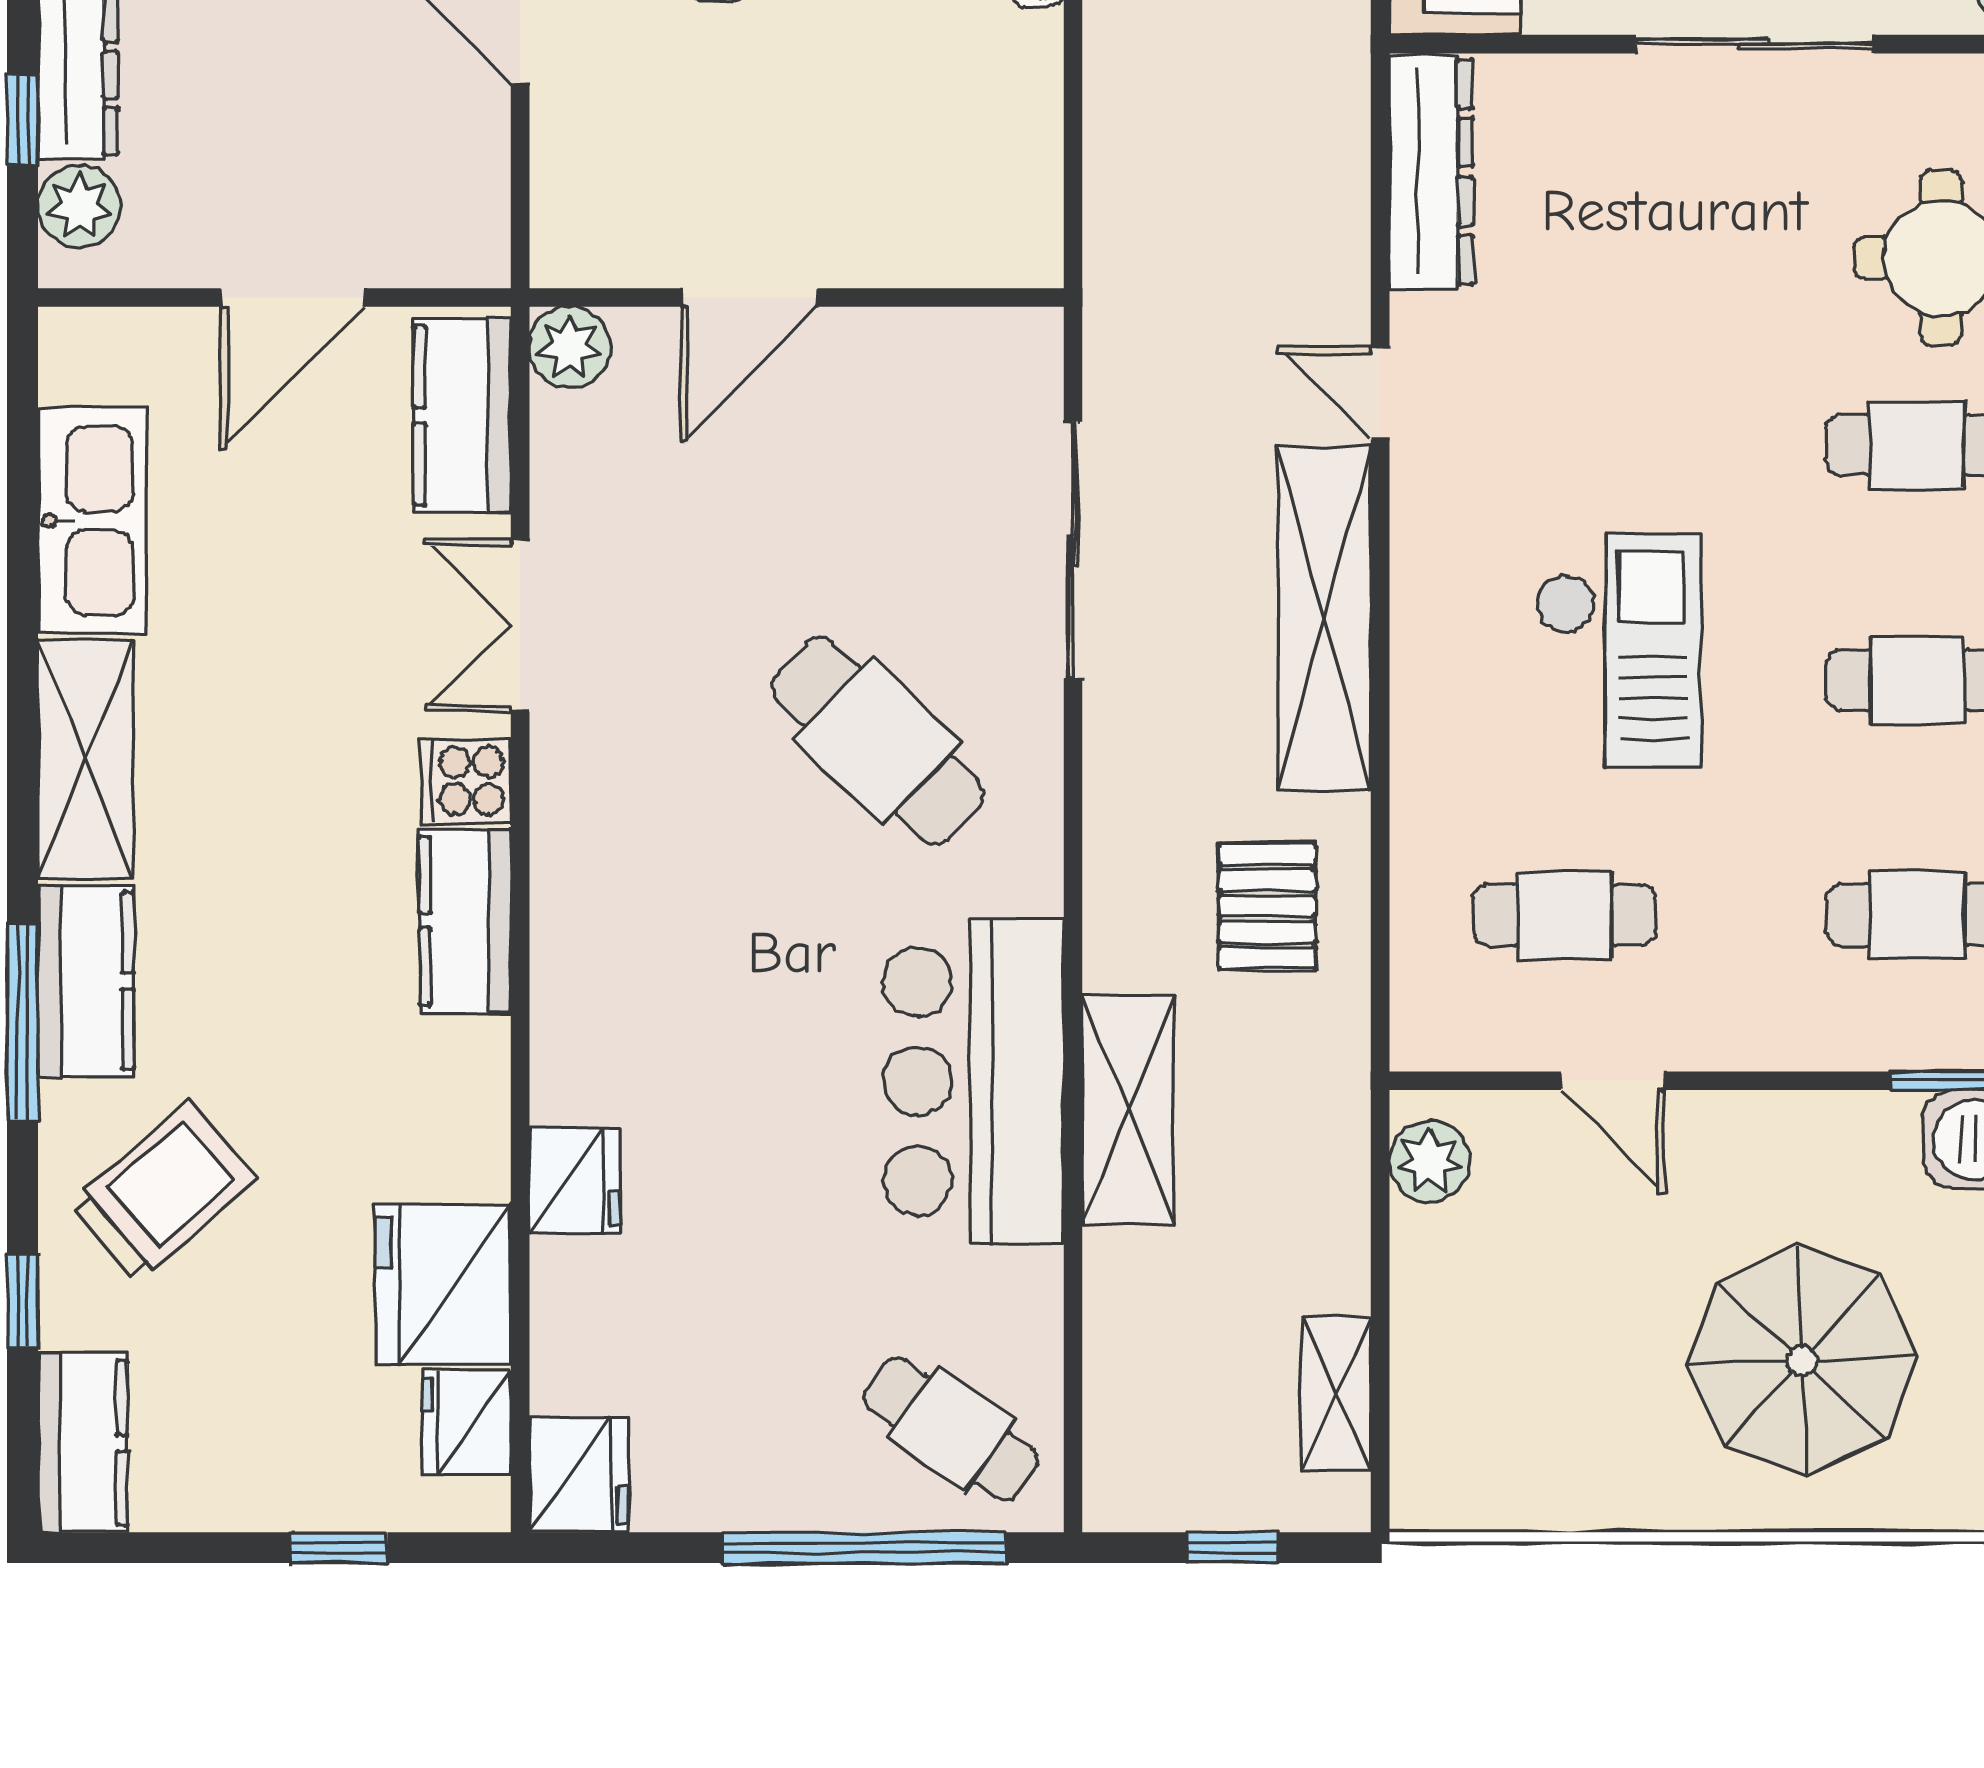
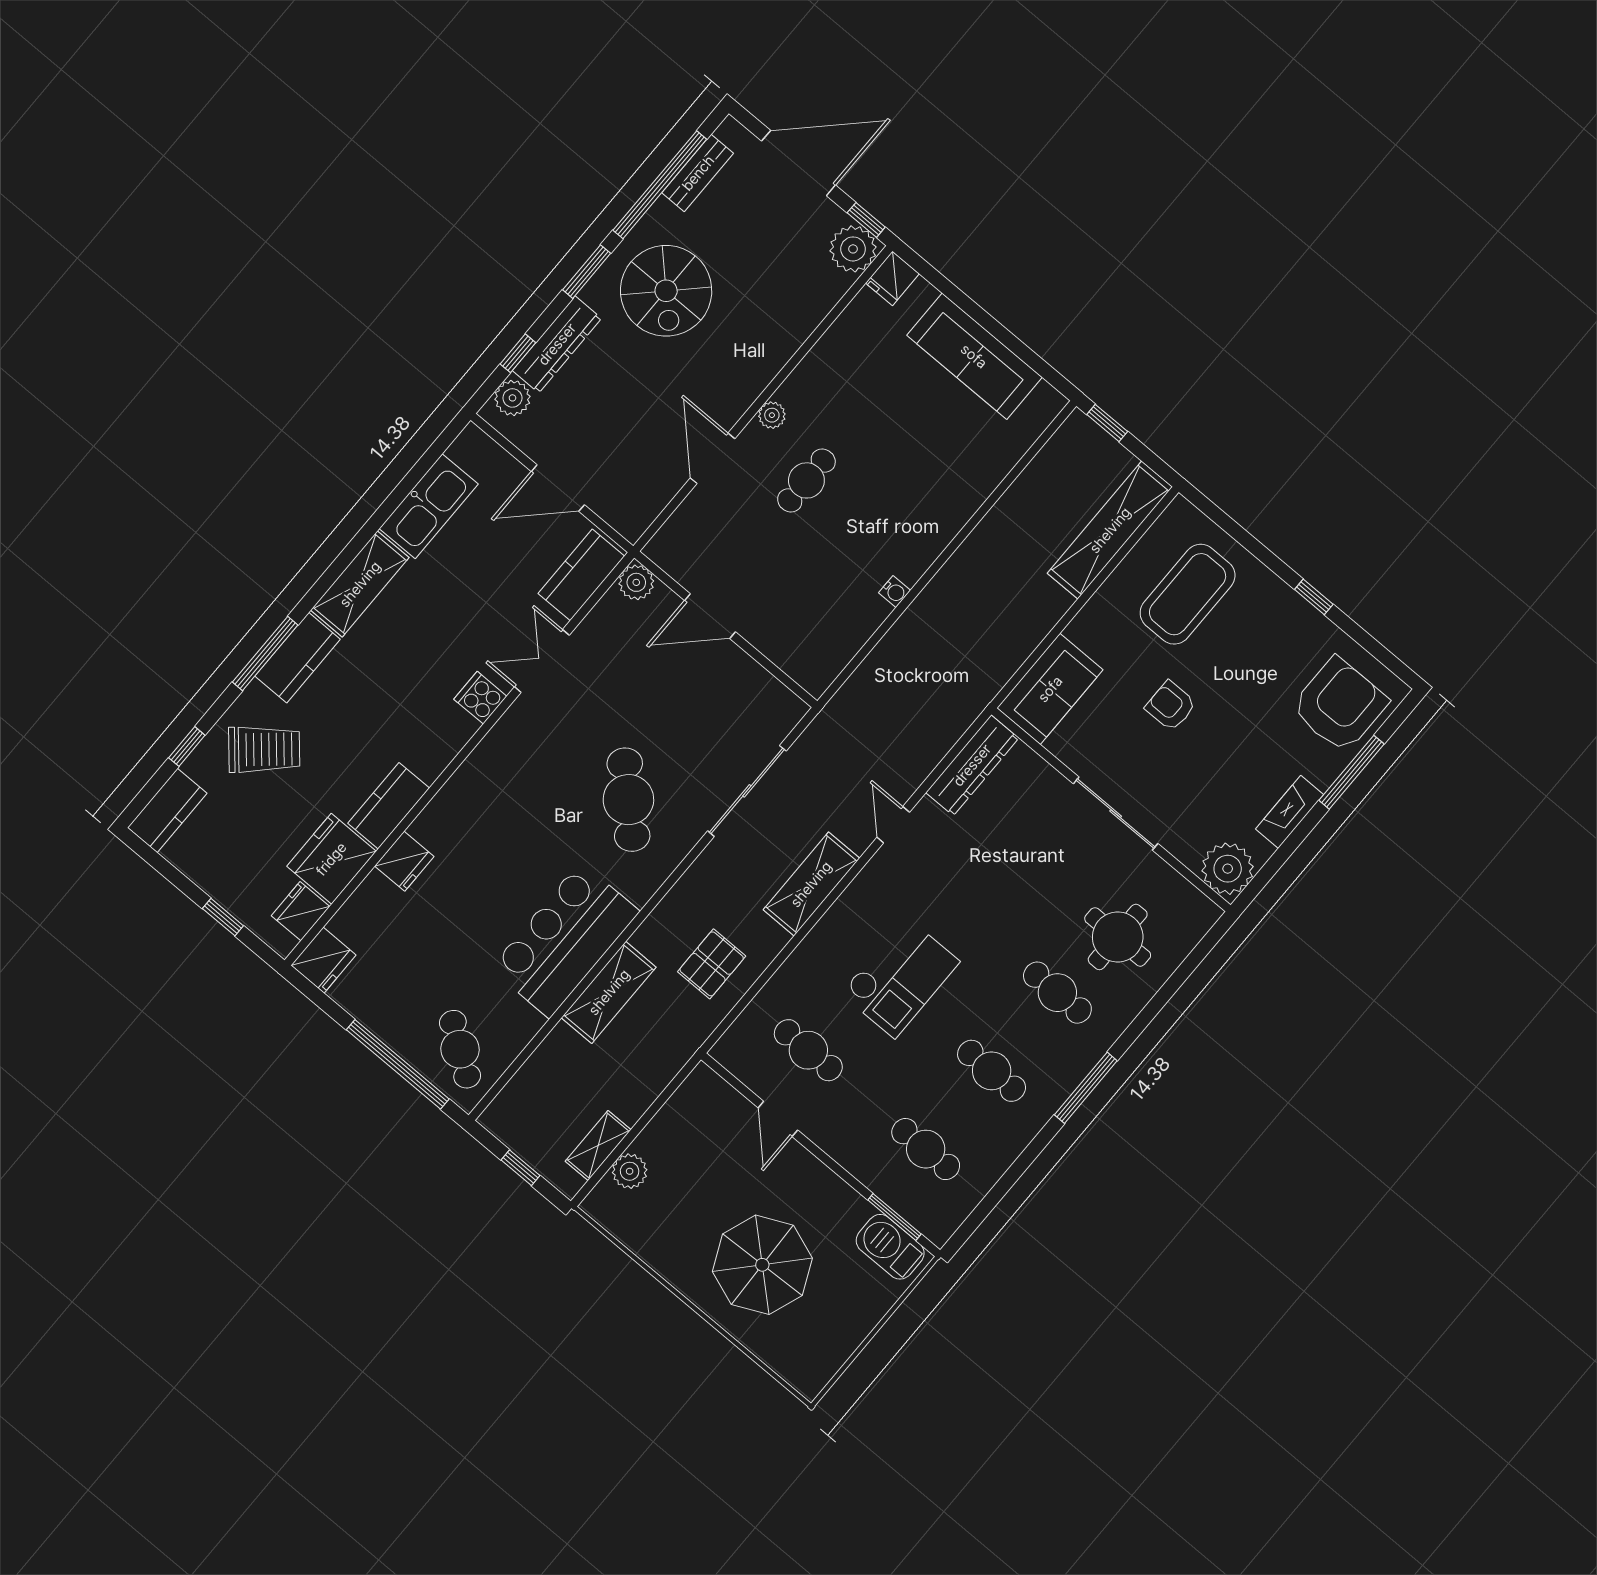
shelving: (1324, 618) -> (811, 884), width x0.68
kitchen counter: (465, 921) -> (389, 806), moved
plant: (1430, 1161) -> (630, 1171), moved

